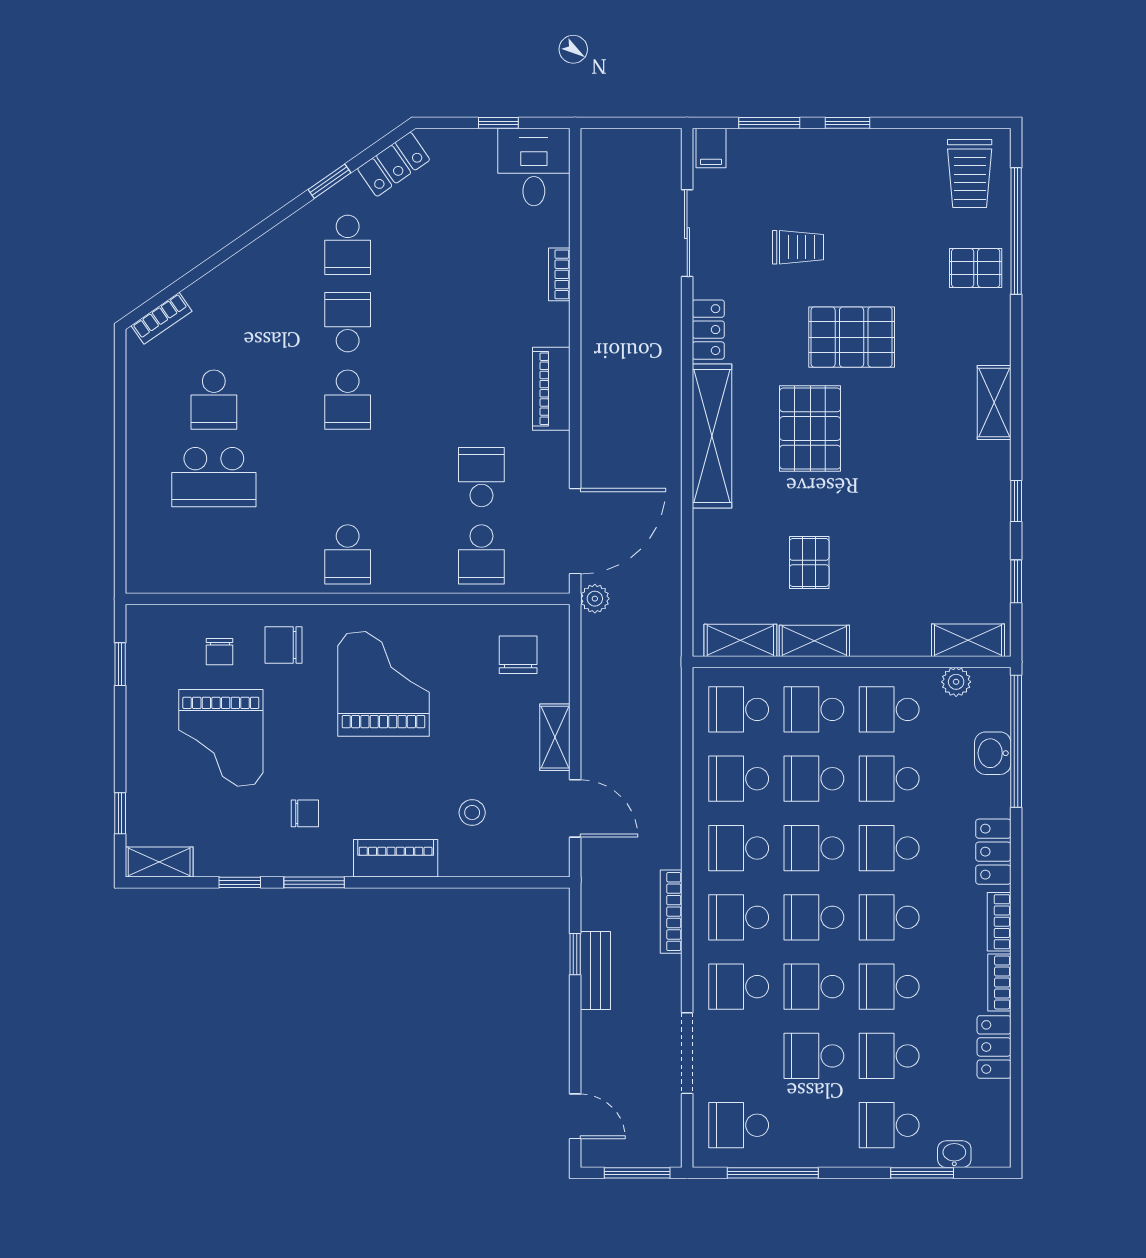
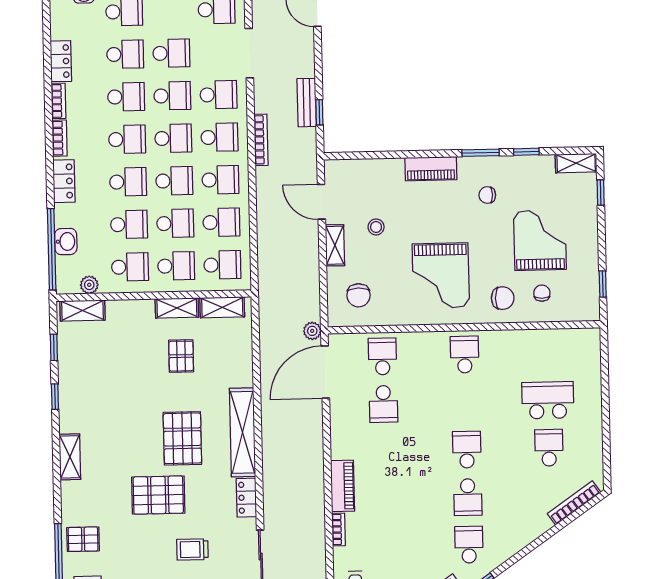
bookcase: (162, 318) -> (574, 503), width x1.56
piano: (551, 389) -> (343, 486), moved
stool: (472, 813) -> (376, 227), moved

